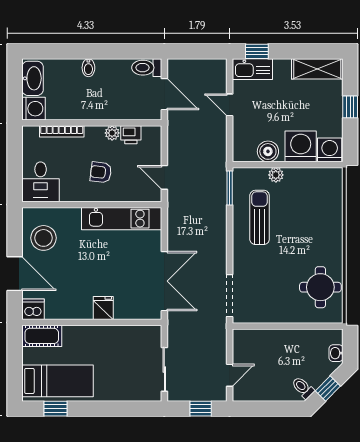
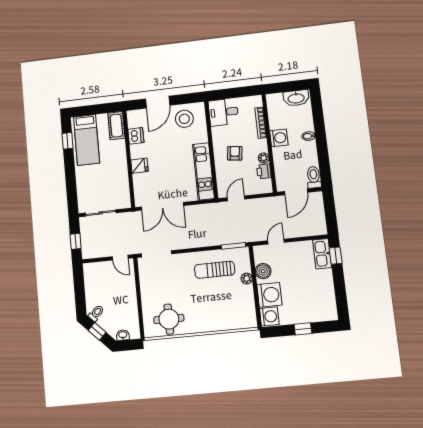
shelving: (317, 69) -> (328, 302), removed
door: (230, 105) -> (276, 242), moved
washing machine: (33, 109) -> (279, 138), moved, turned -90
sun lounger: (260, 217) -> (215, 270), turned 180
dishwasher: (33, 309) -> (136, 136), moved
door: (230, 375) -> (120, 258), moved

